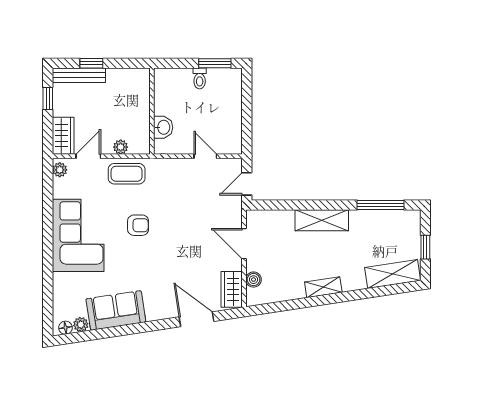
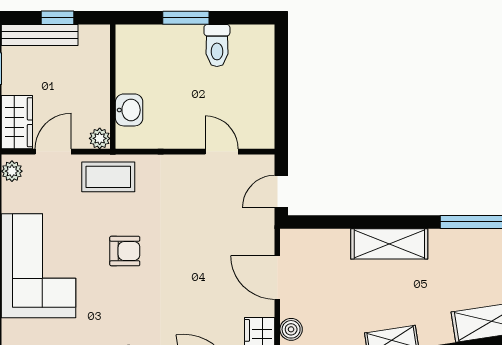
window: (215, 63) -> (186, 18), moved
toilet: (200, 78) -> (217, 46), width x1.37, depth x1.39
wall: (152, 111) -> (113, 87), moved
washbasin: (163, 127) -> (129, 110), moved

